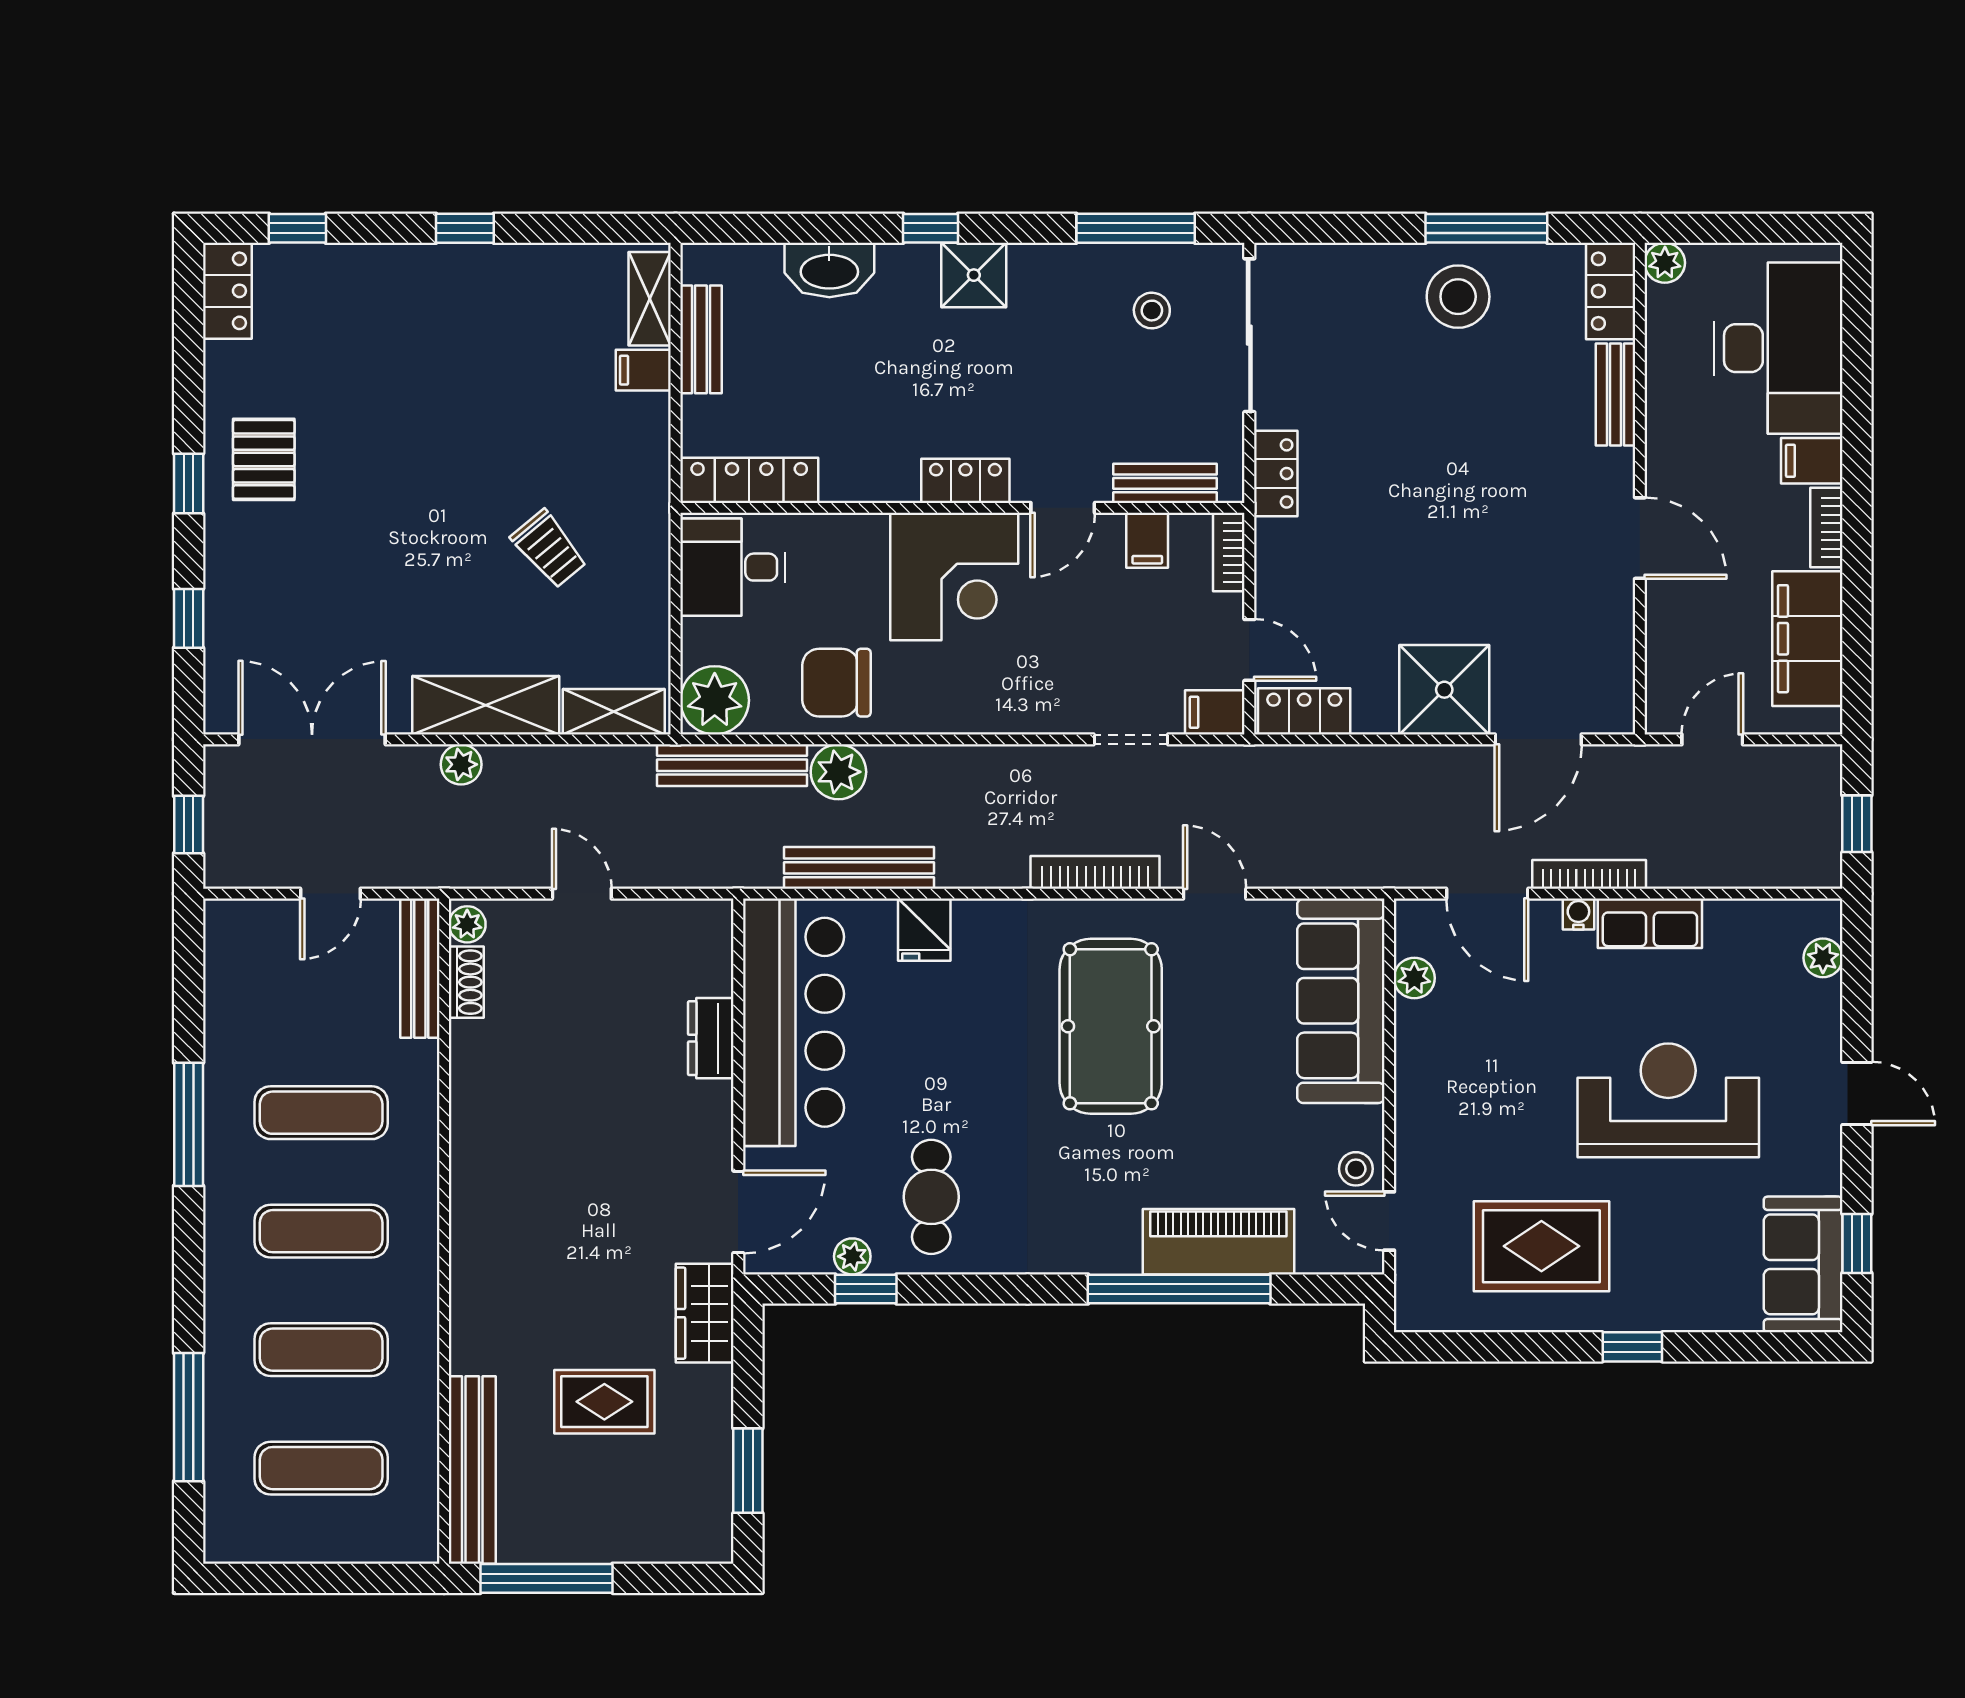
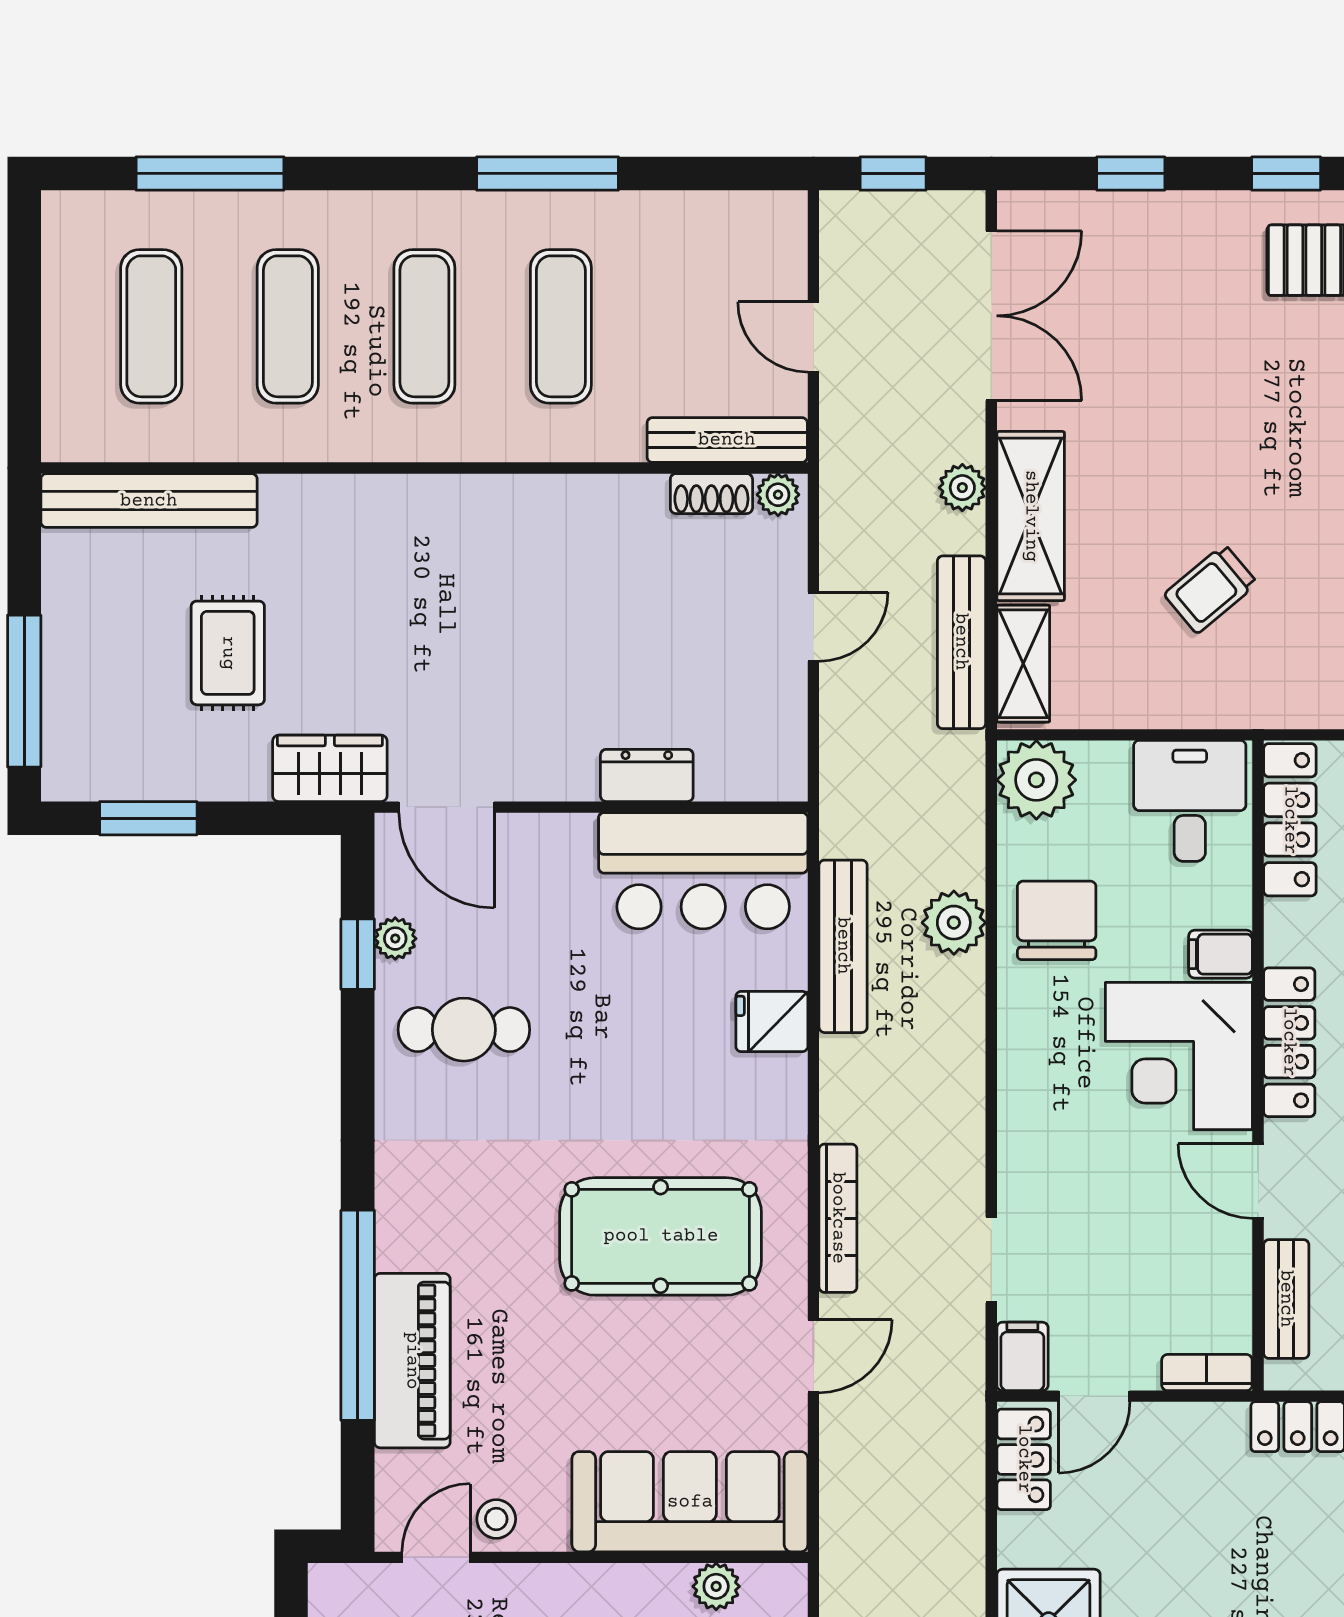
locker: (965, 481) -> (1289, 1042), width x1.53
filing cabinet: (1147, 540) -> (1221, 954), moved
bench: (732, 765) -> (961, 642), moved
bar counter: (793, 1022) -> (703, 871), width x0.73
window: (547, 1578) -> (24, 691), moved

